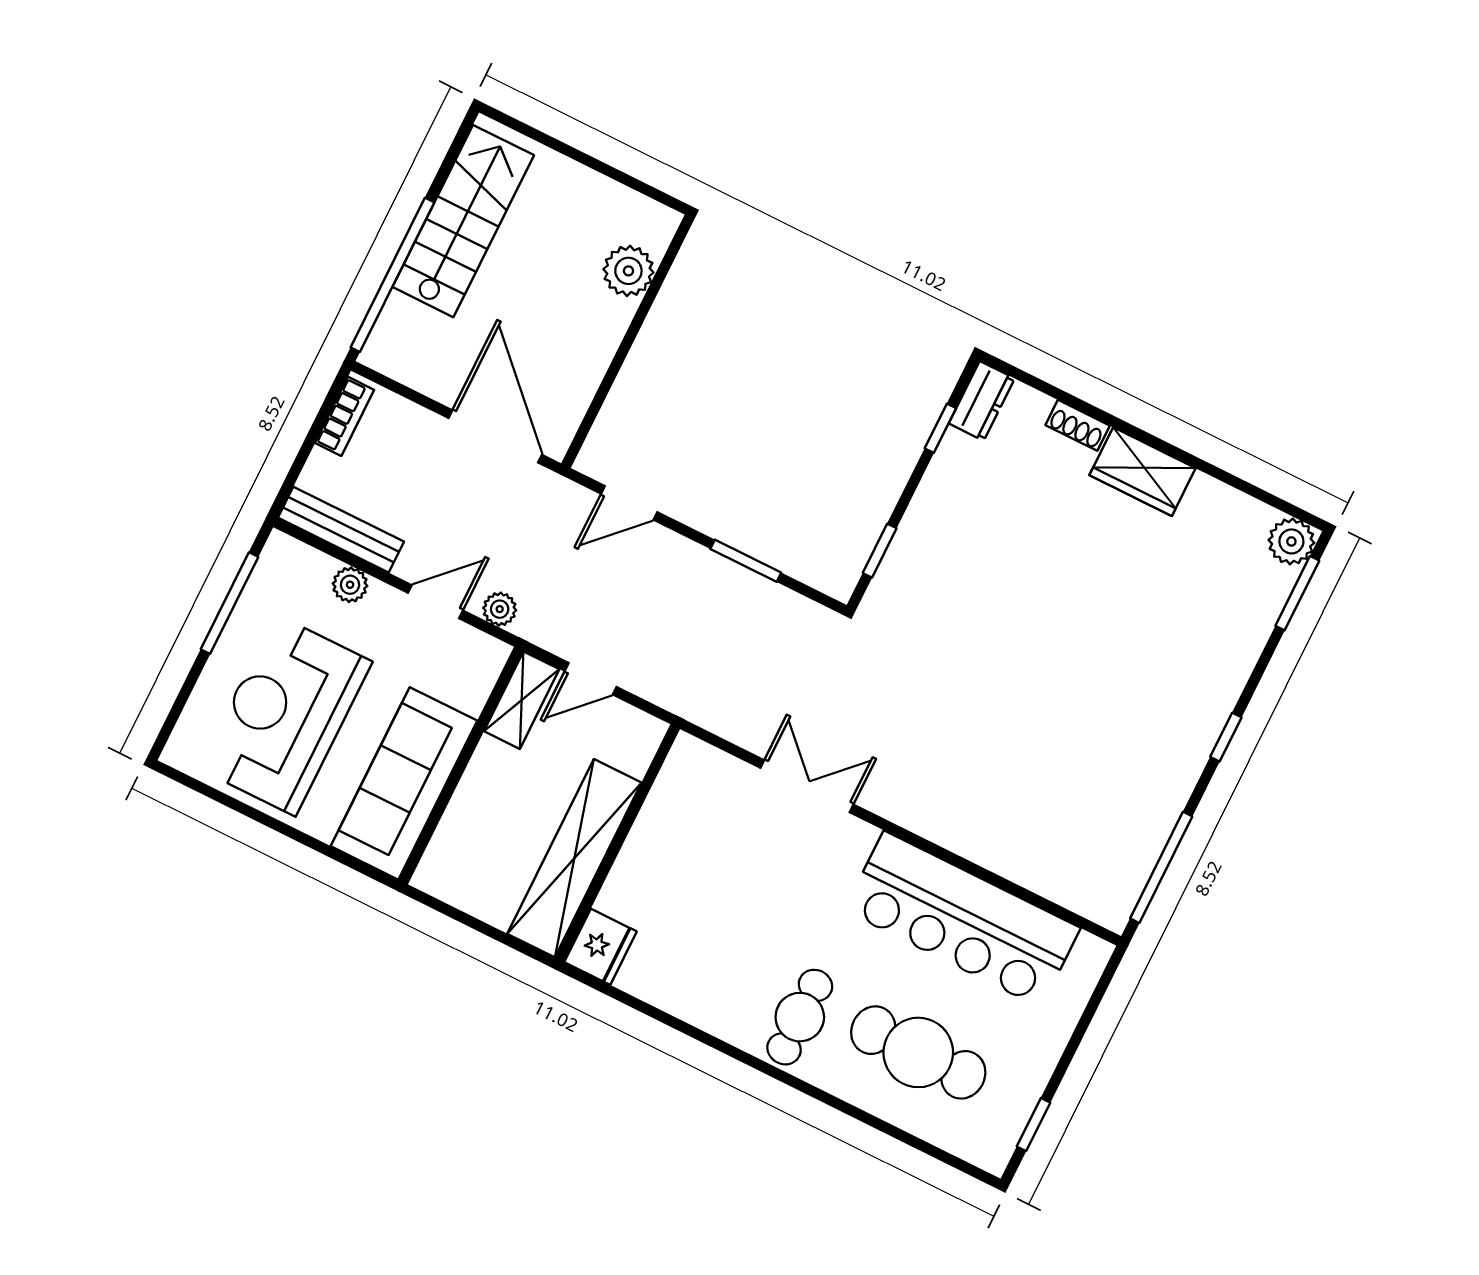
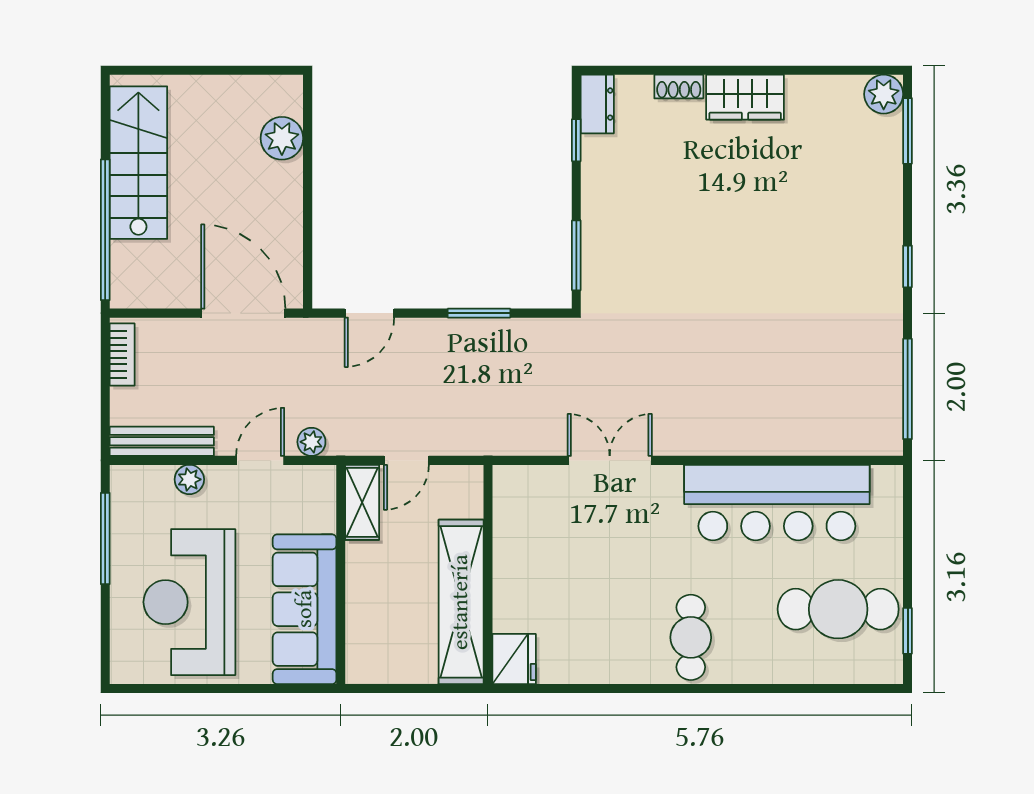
window: (880, 551) -> (576, 255), width x1.50
cafe table: (918, 1052) -> (838, 609), moved

